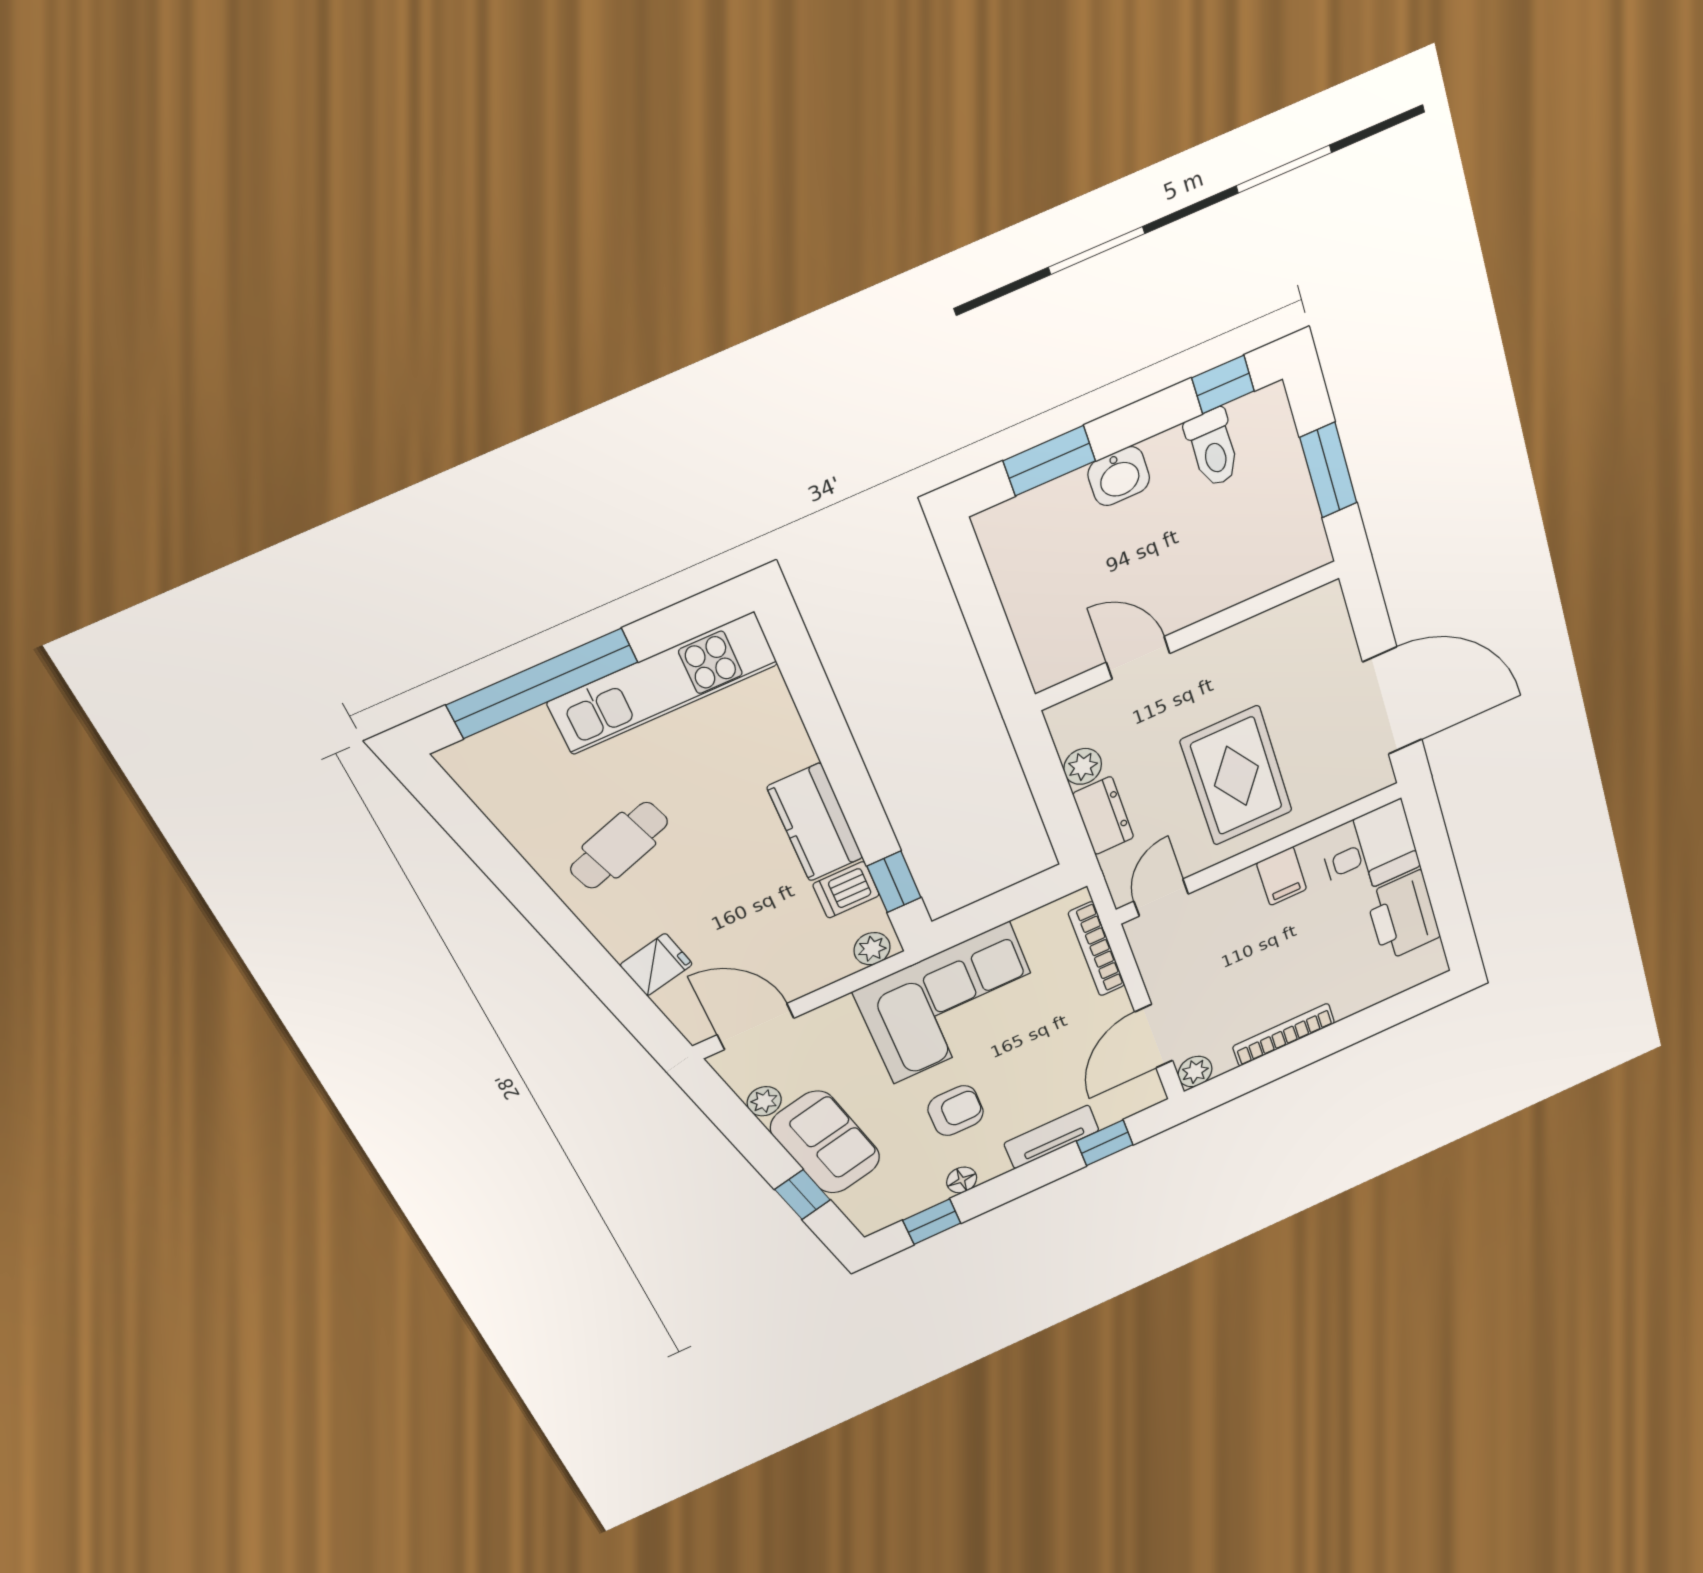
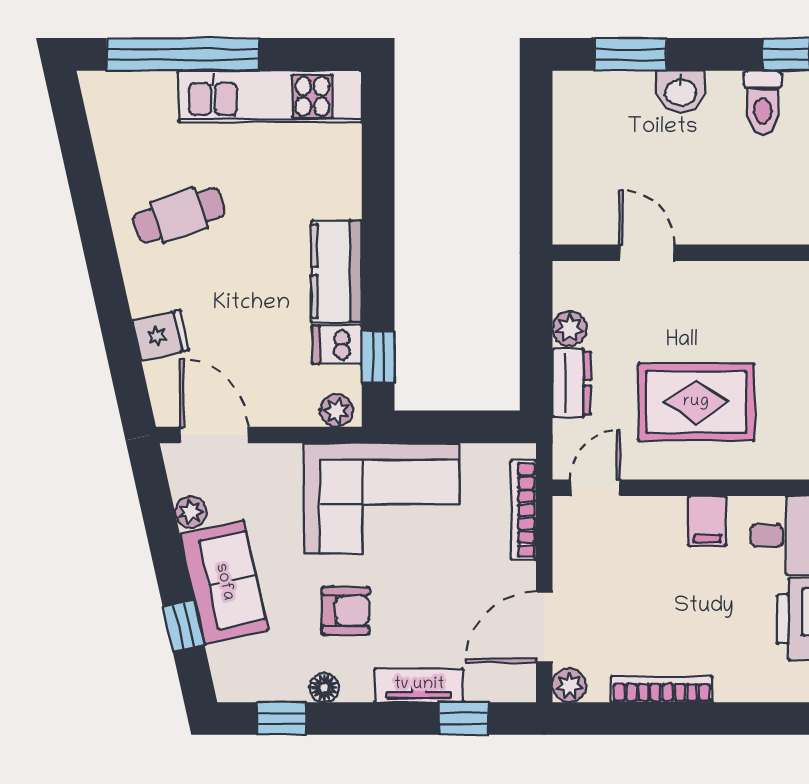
rug: (1236, 776) -> (696, 402), turned 90

